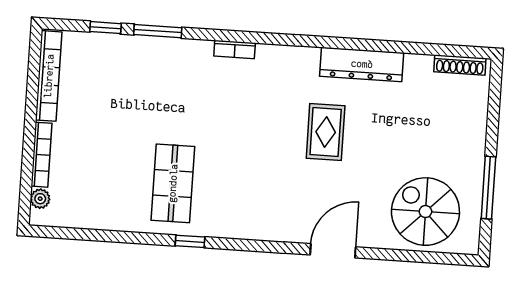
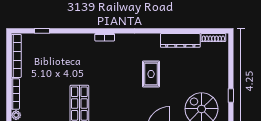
window: (158, 31) -> (67, 31), removed
dresser: (362, 64) -> (180, 40), moved
window: (488, 188) -> (231, 96), width x0.46

